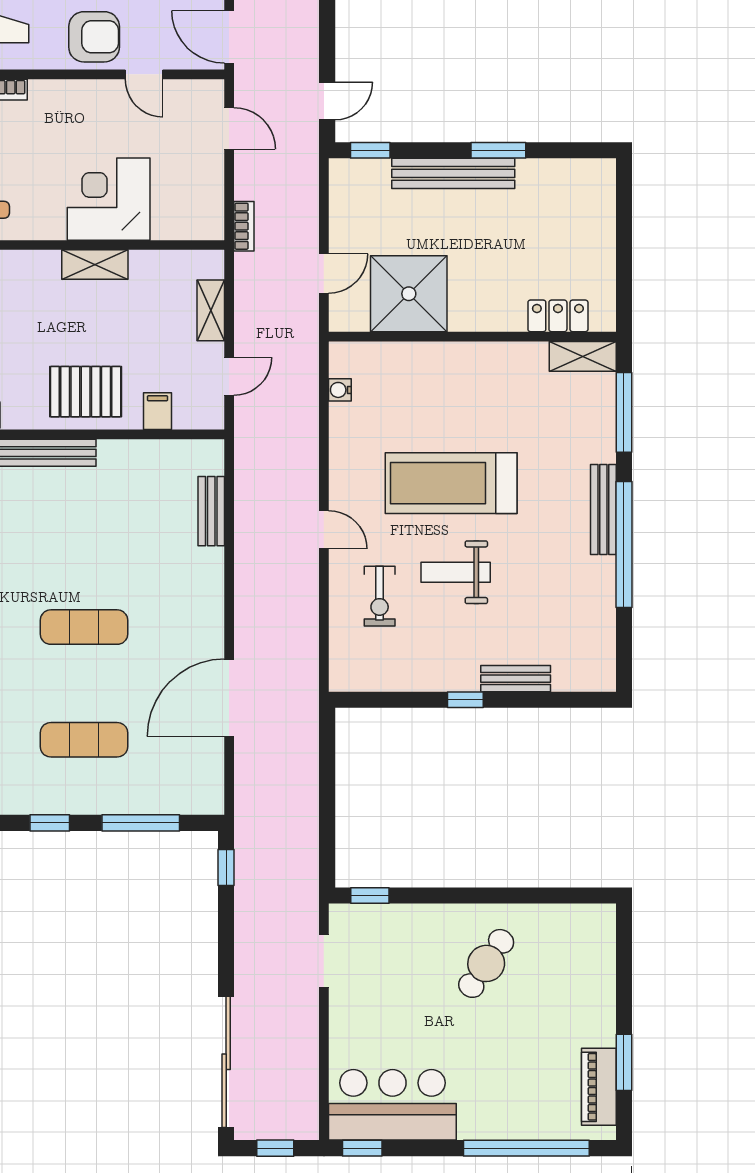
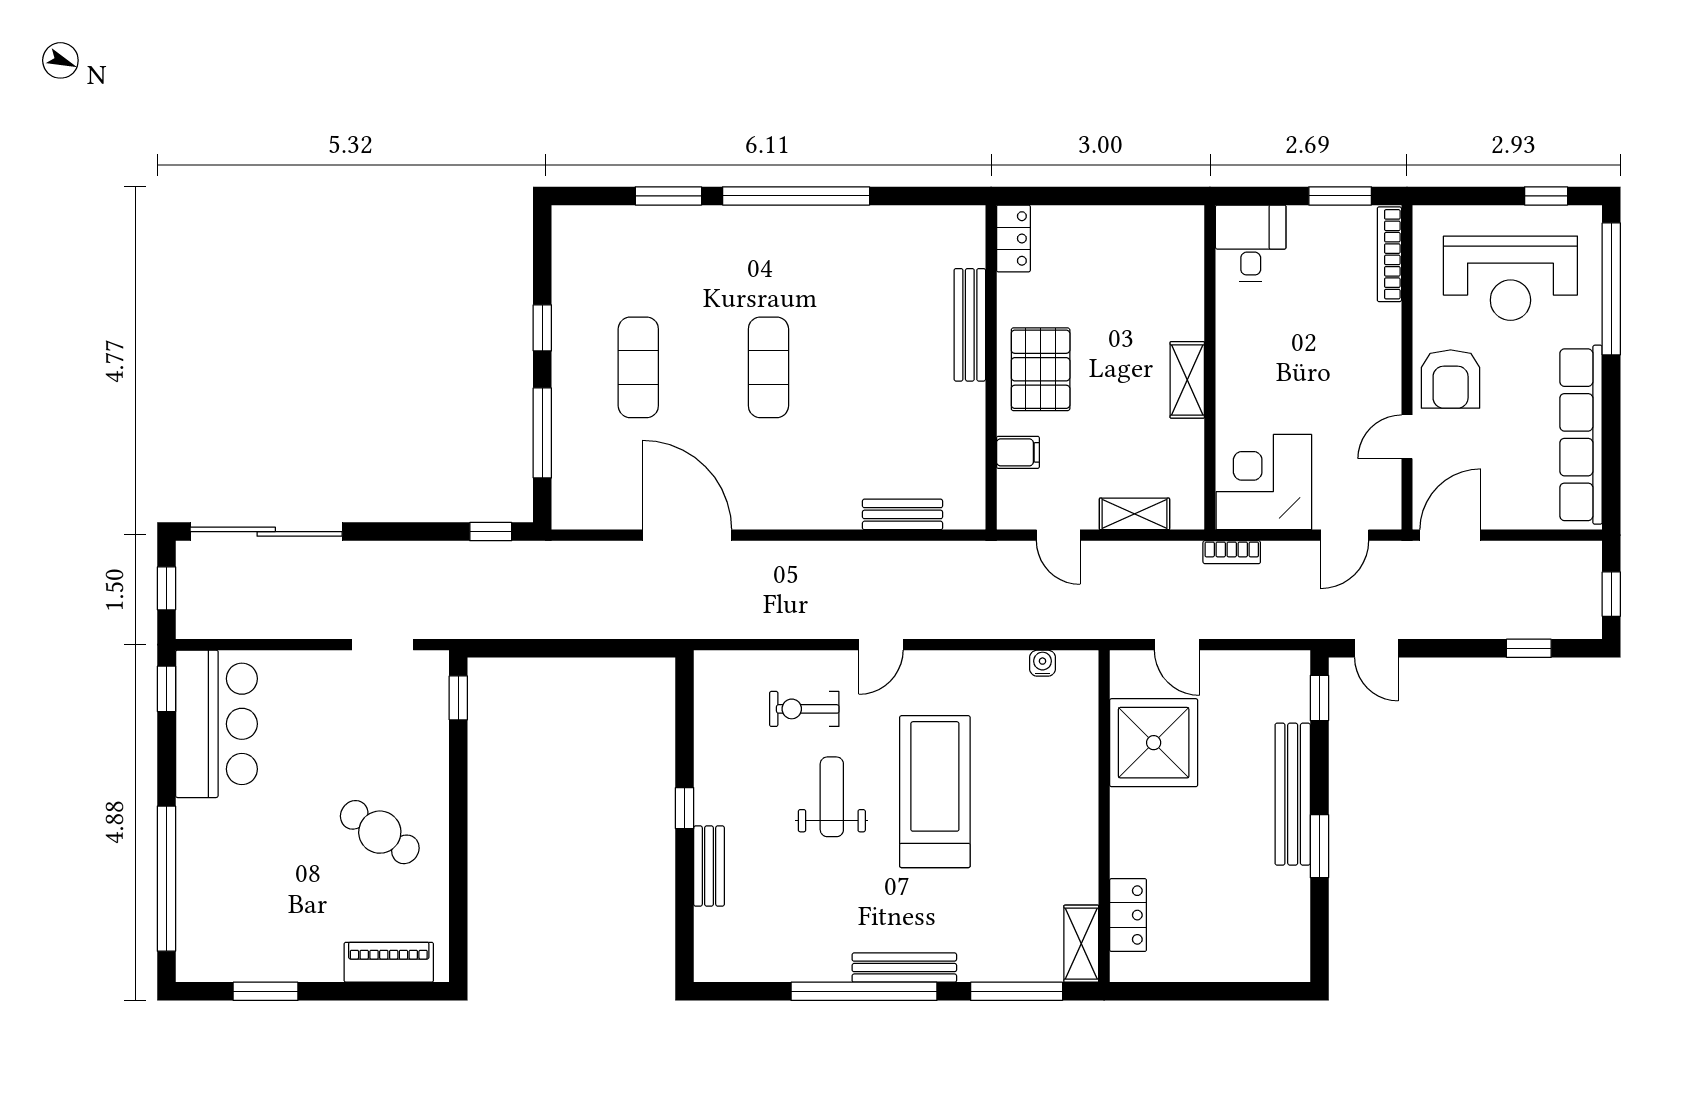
corner desk: (109, 199) -> (1264, 482), moved, turned -90
piano: (599, 1087) -> (389, 962), moved

